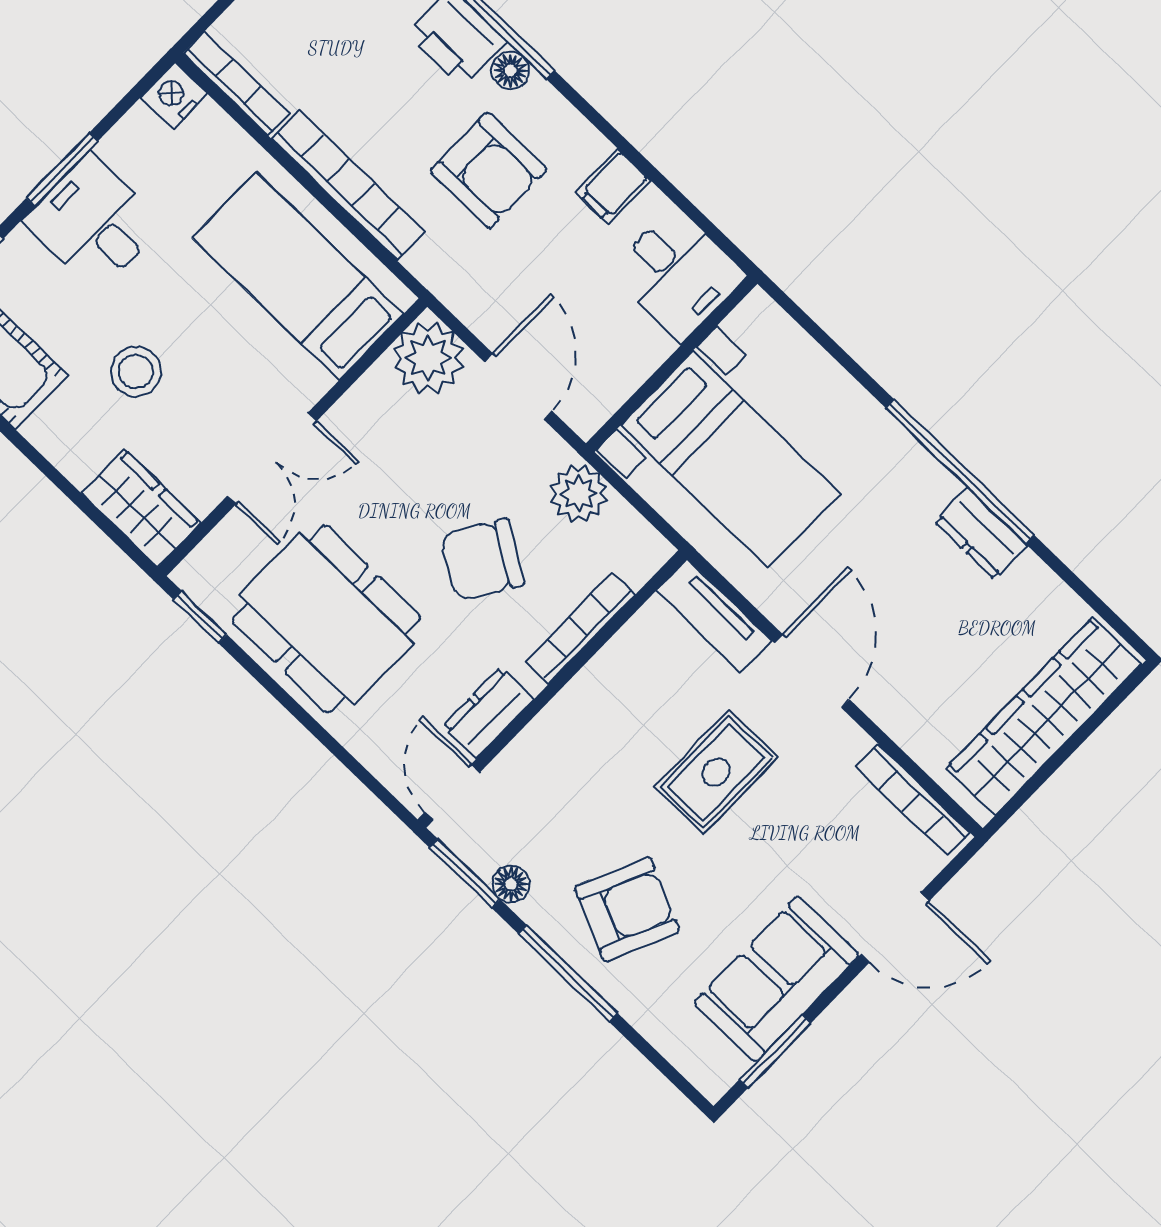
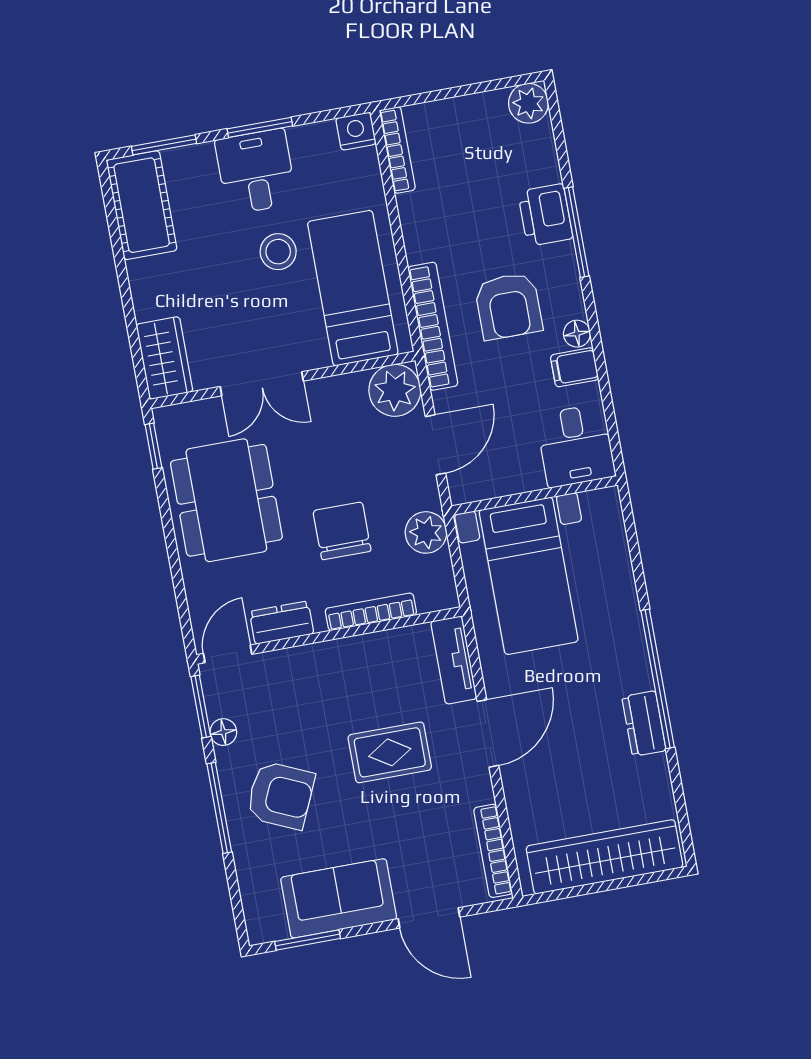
floor lamp: (510, 70) -> (577, 334), moved
bookcase: (348, 185) -> (433, 326), moved
stool: (136, 372) -> (278, 252), moved
chair: (482, 560) -> (342, 531), turned 58

